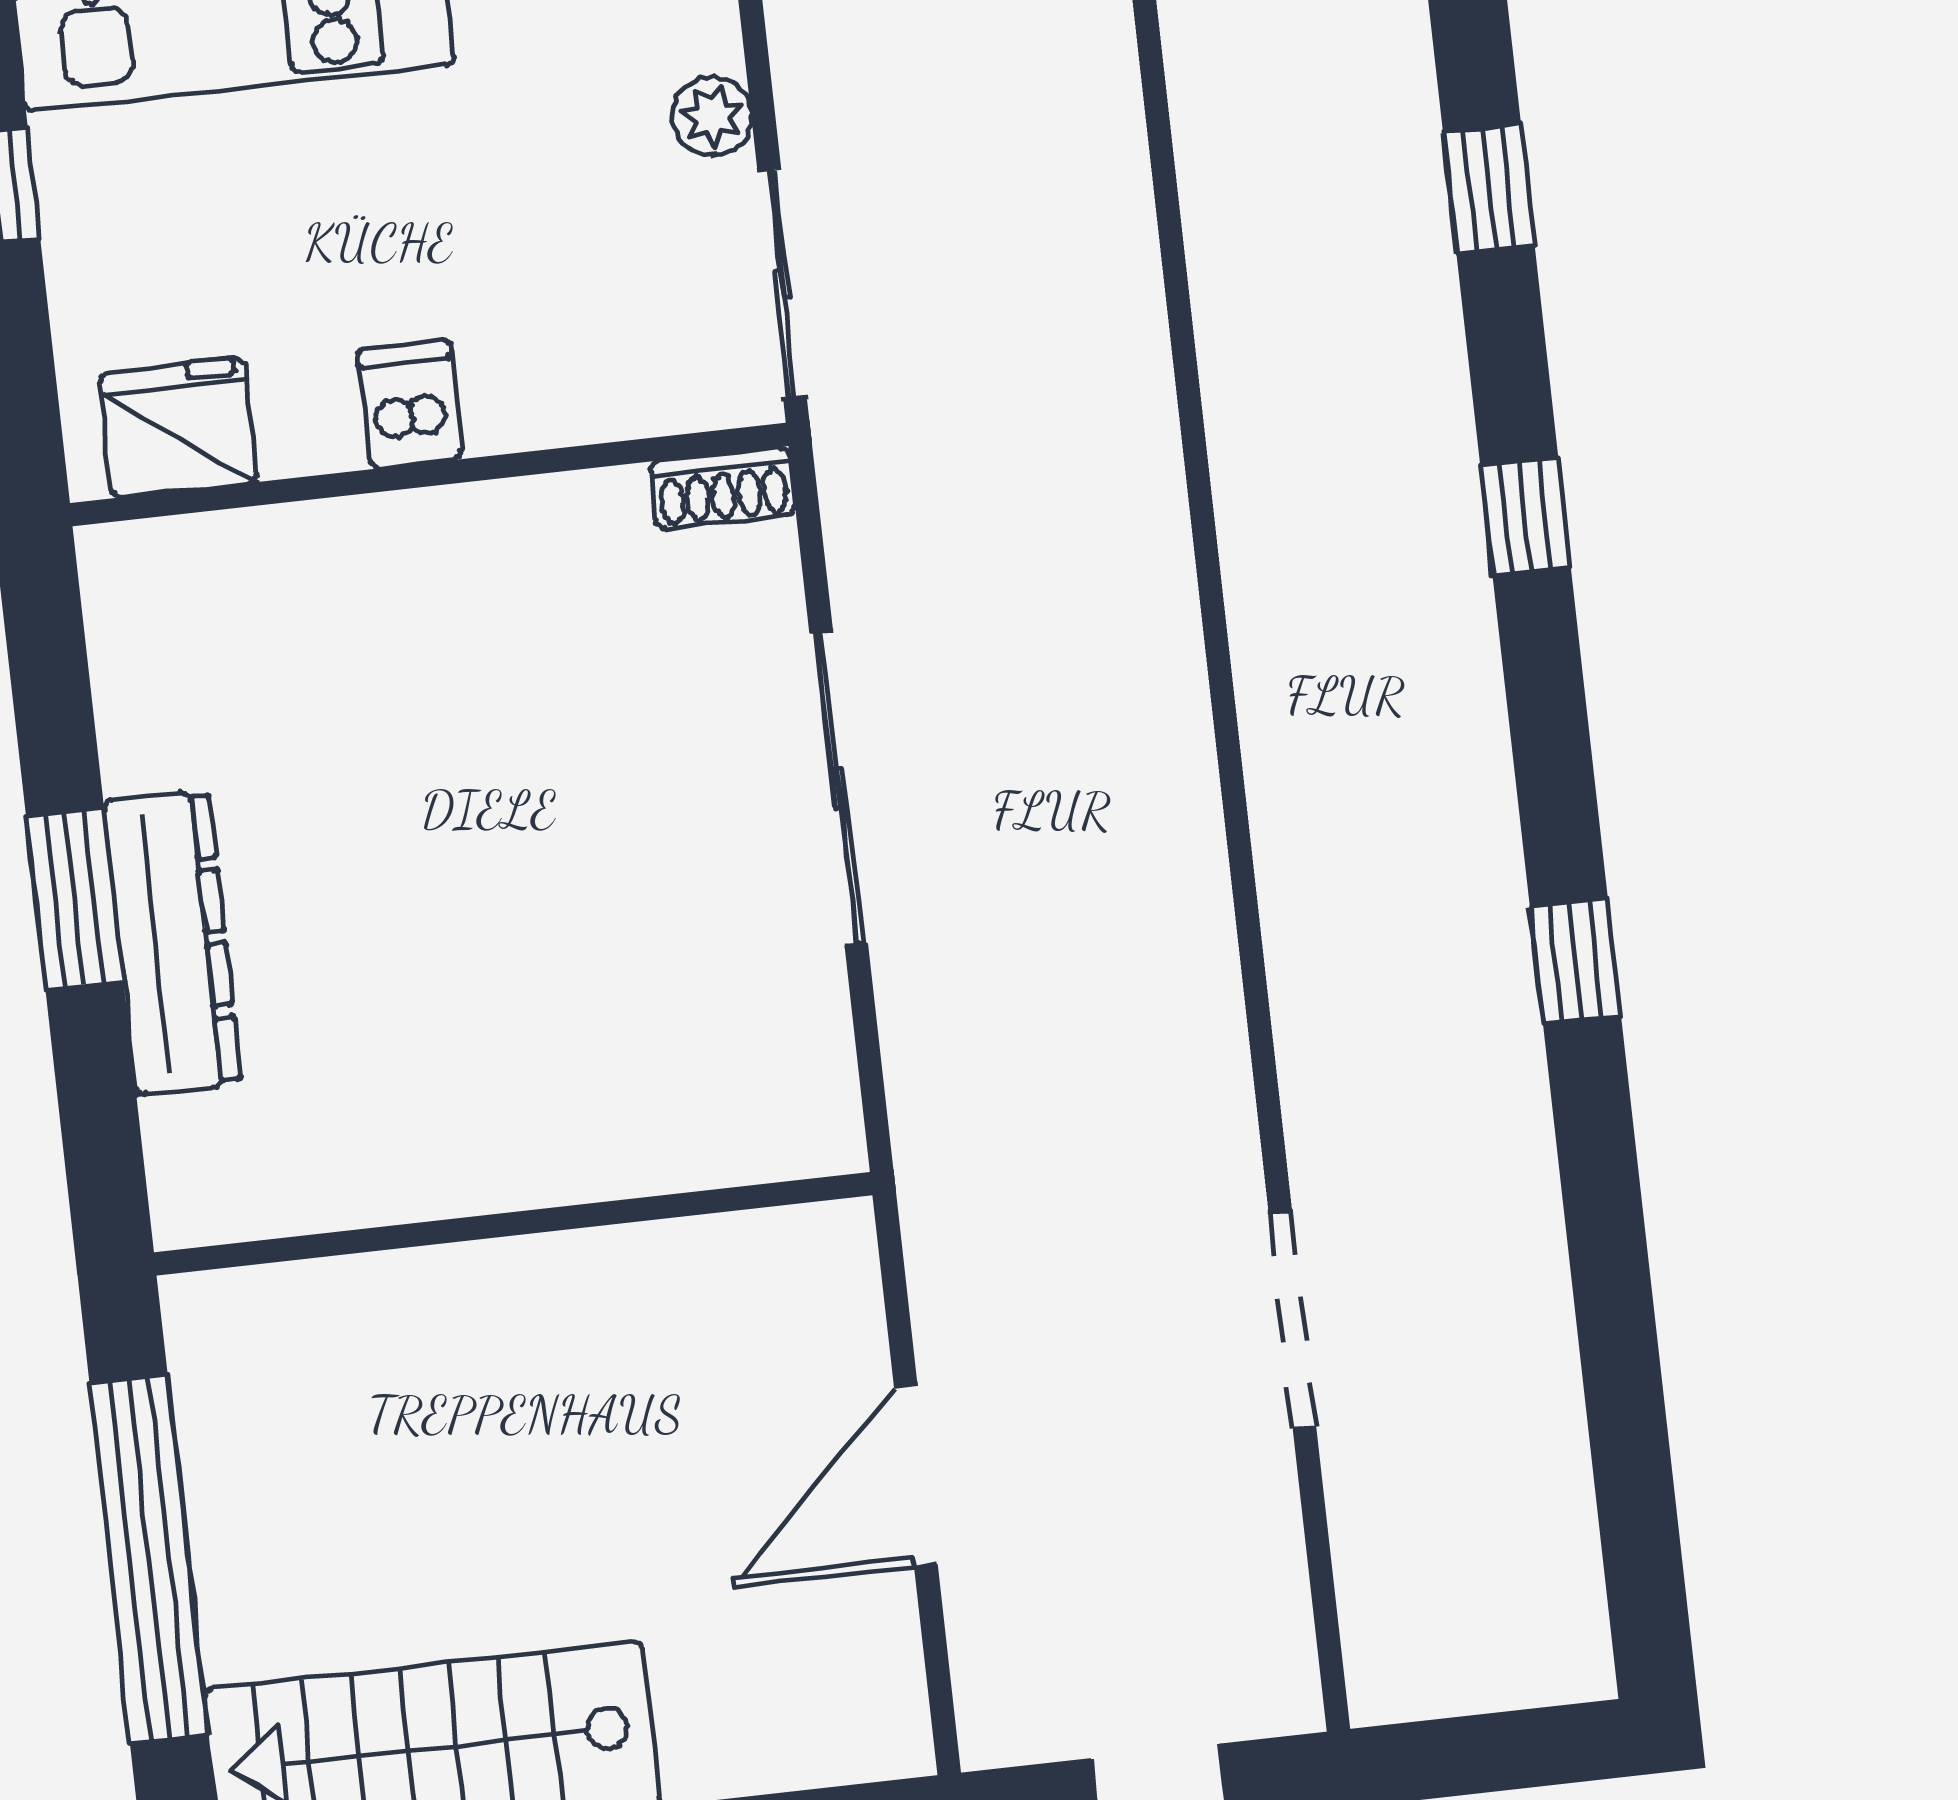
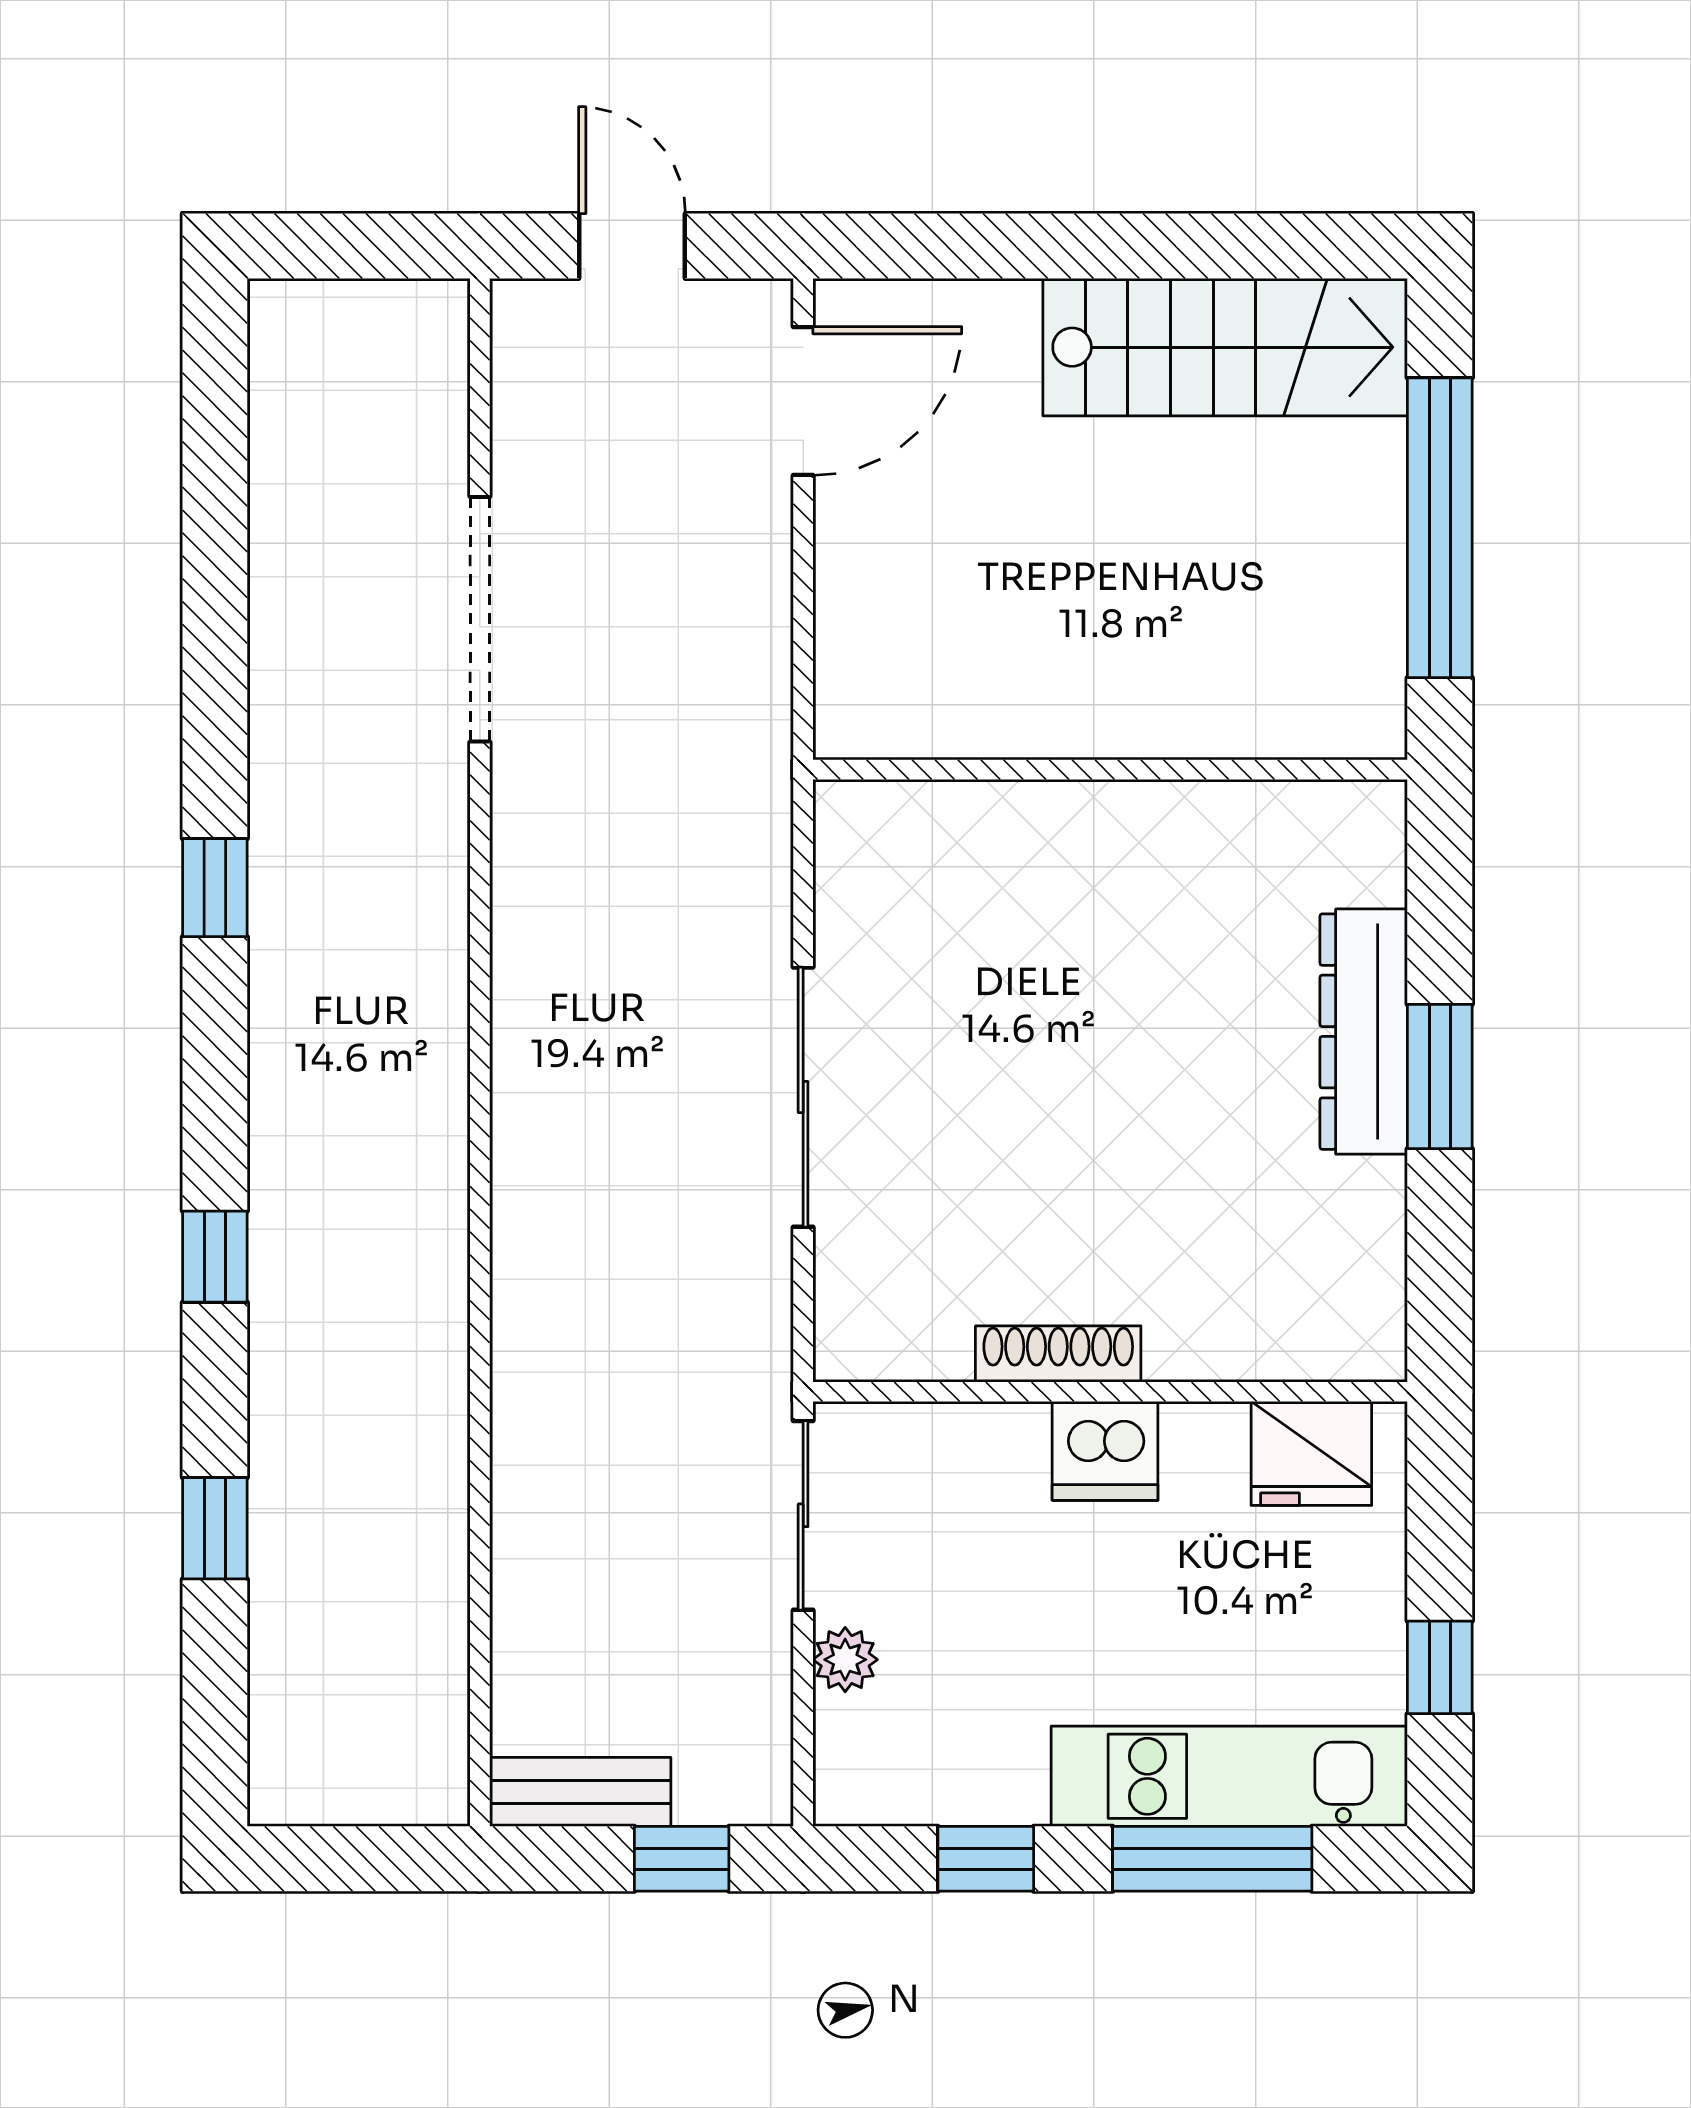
dishwasher: (410, 405) -> (1105, 1451), width x1.38
shoe rack: (723, 488) -> (1058, 1354), moved, width x1.43
doorway: (1292, 1320) -> (480, 619), width x1.36
door: (916, 1476) -> (803, 401), moved

